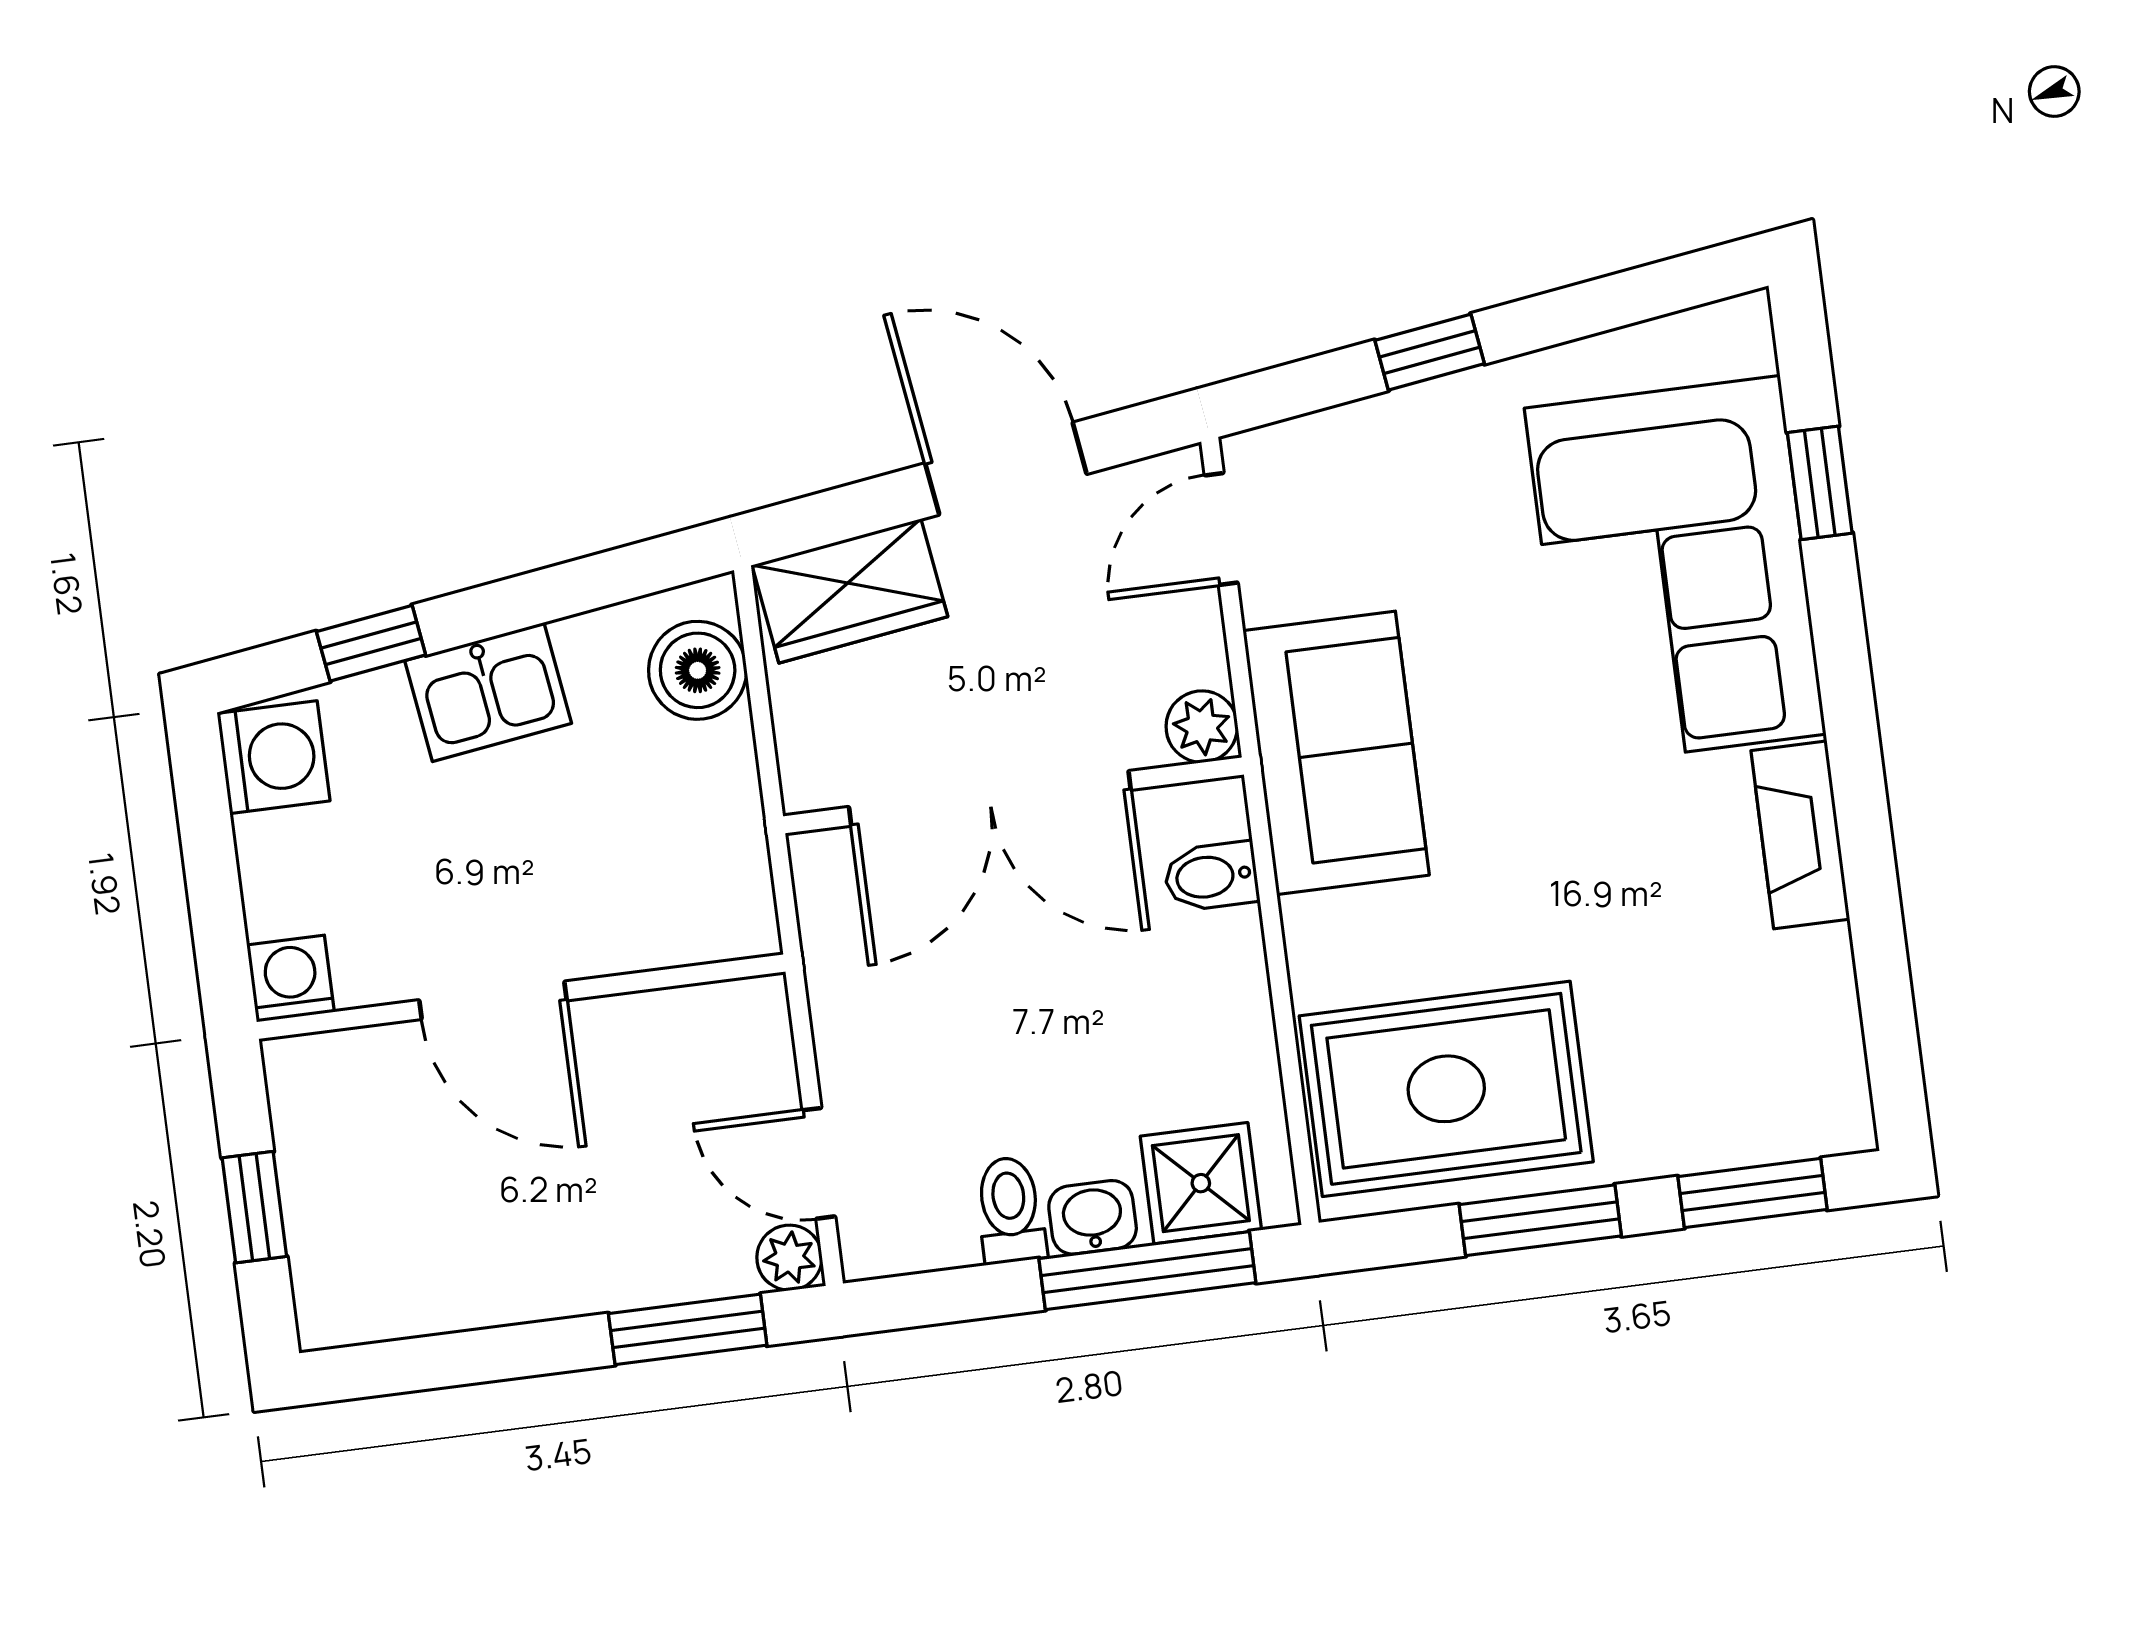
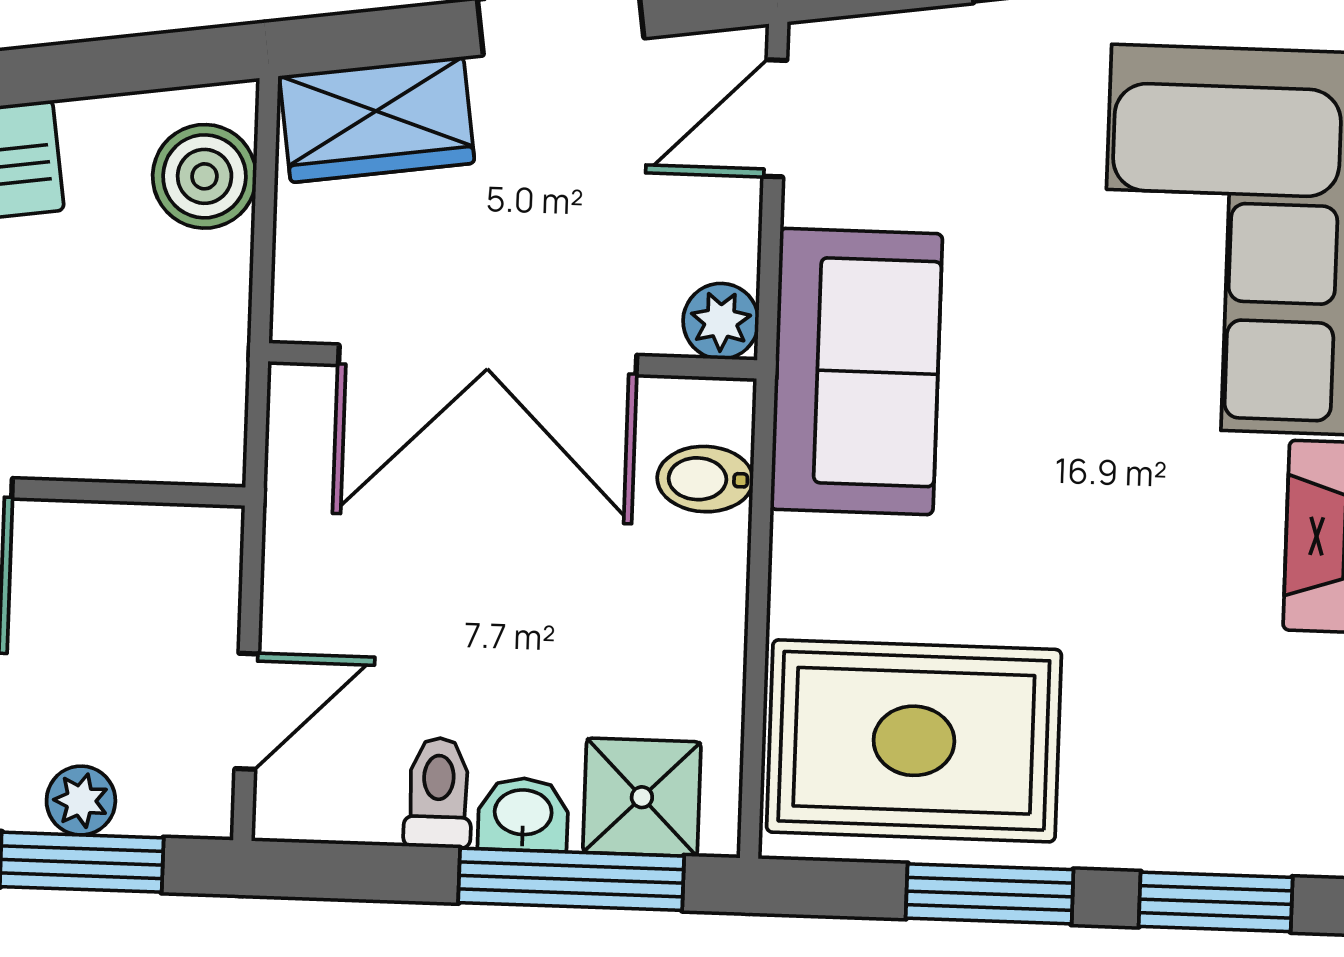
door: (819, 1163) -> (247, 711), swing flipped
plant: (789, 1258) -> (81, 801), moved

